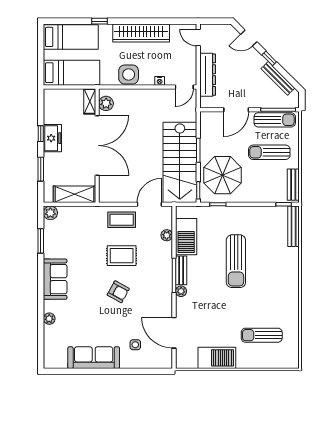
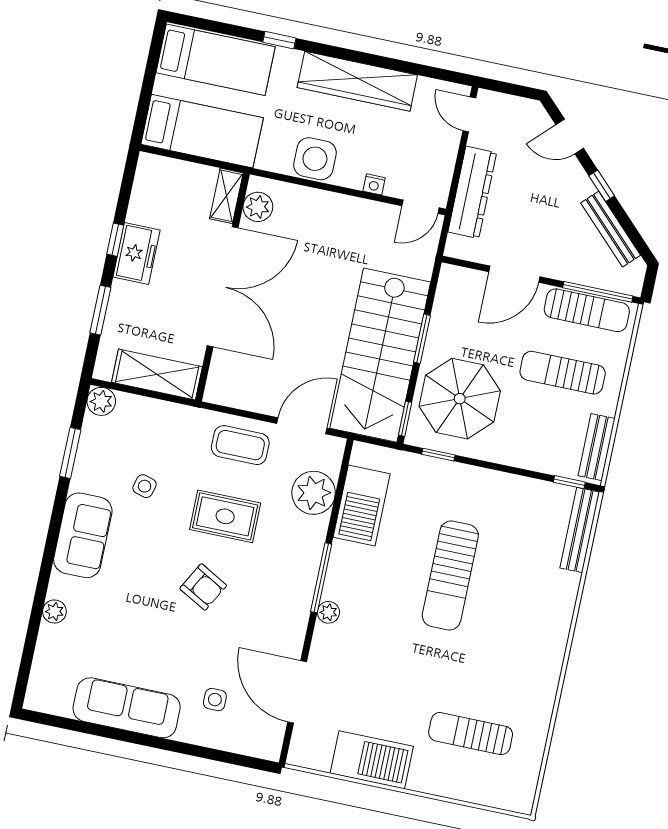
plant: (167, 235) -> (314, 493), width x1.88, depth x1.88
side table: (80, 249) -> (145, 486), added
bench: (181, 270) -> (337, 571), removed

